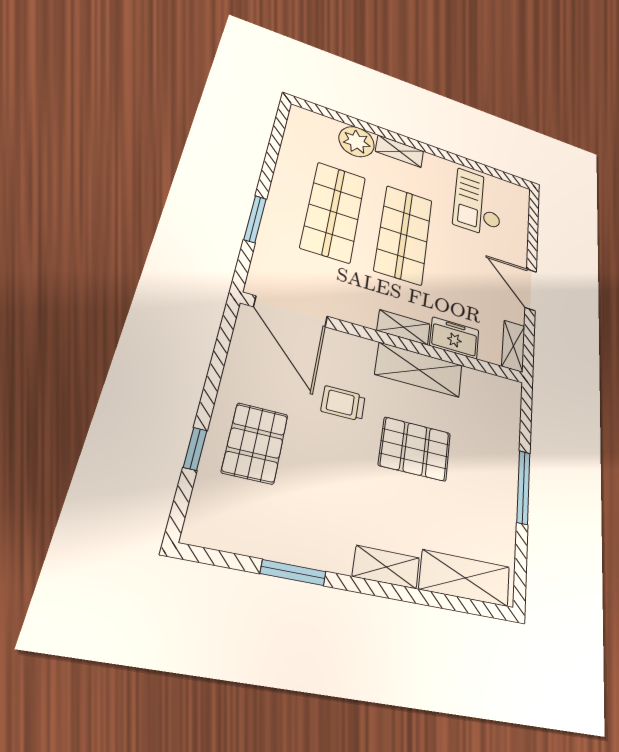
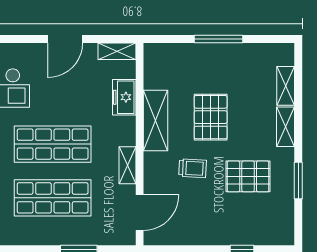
door: (291, 312) -> (140, 213), width x0.73
shelving: (404, 327) -> (127, 165), moved
trolley: (343, 403) -> (193, 168), turned -87
pallet: (255, 443) -> (248, 176), moved
shelving: (465, 578) -> (286, 86), width x0.67, depth x0.75

